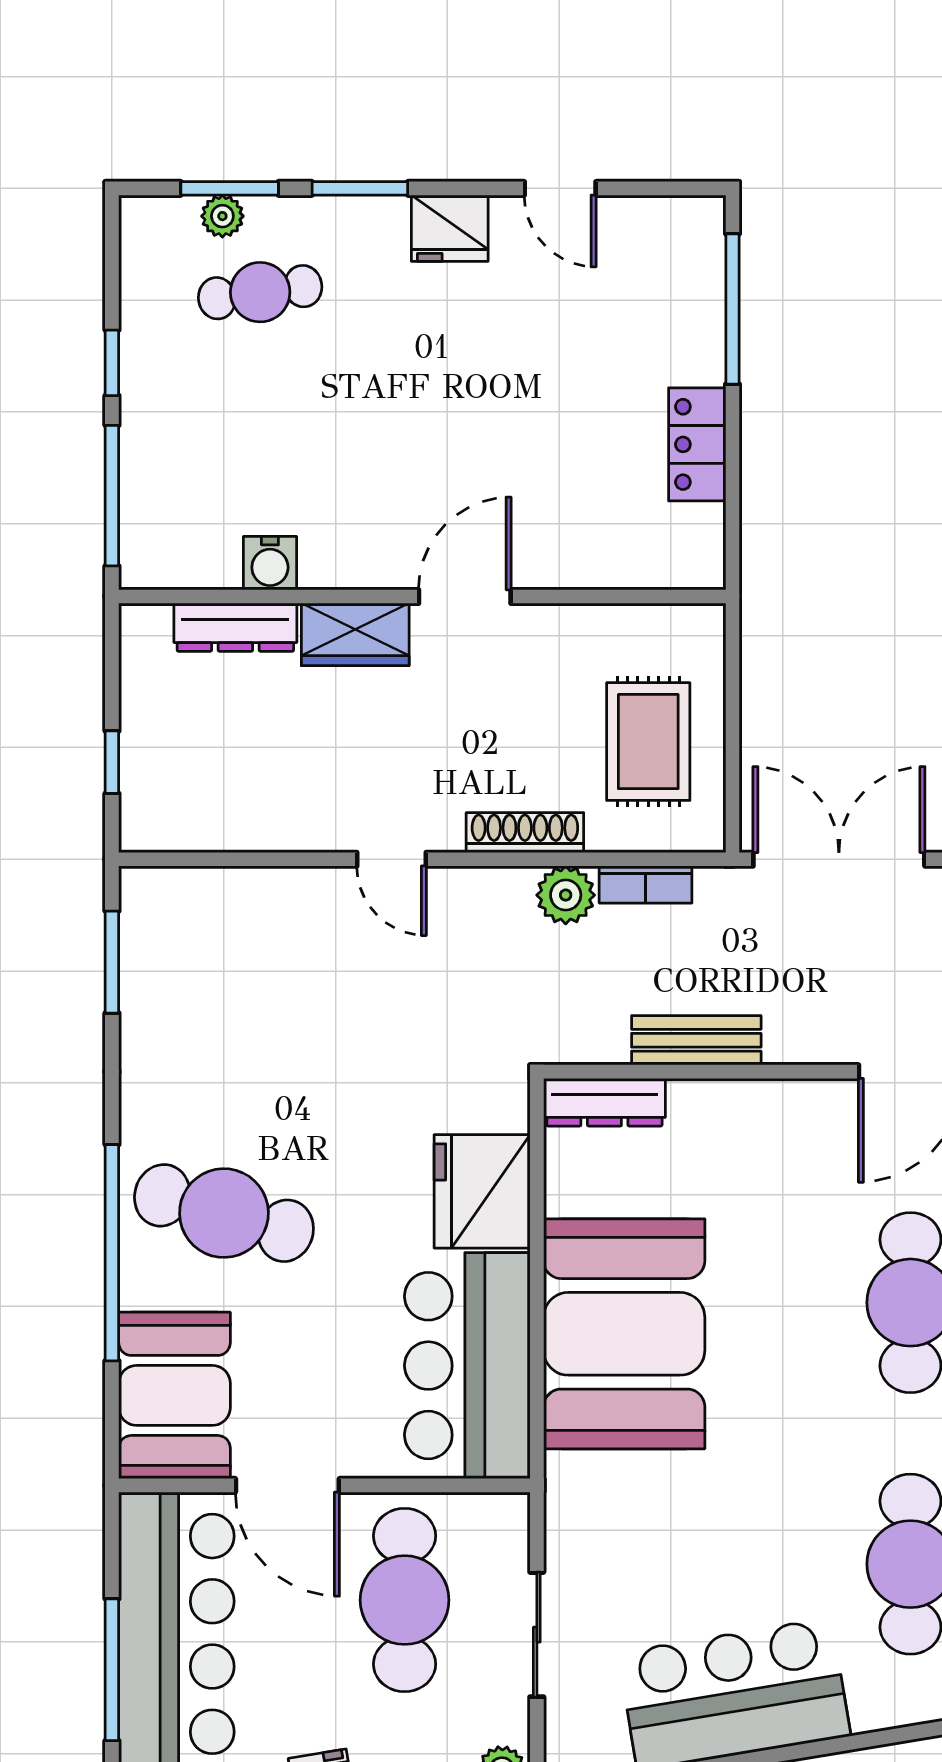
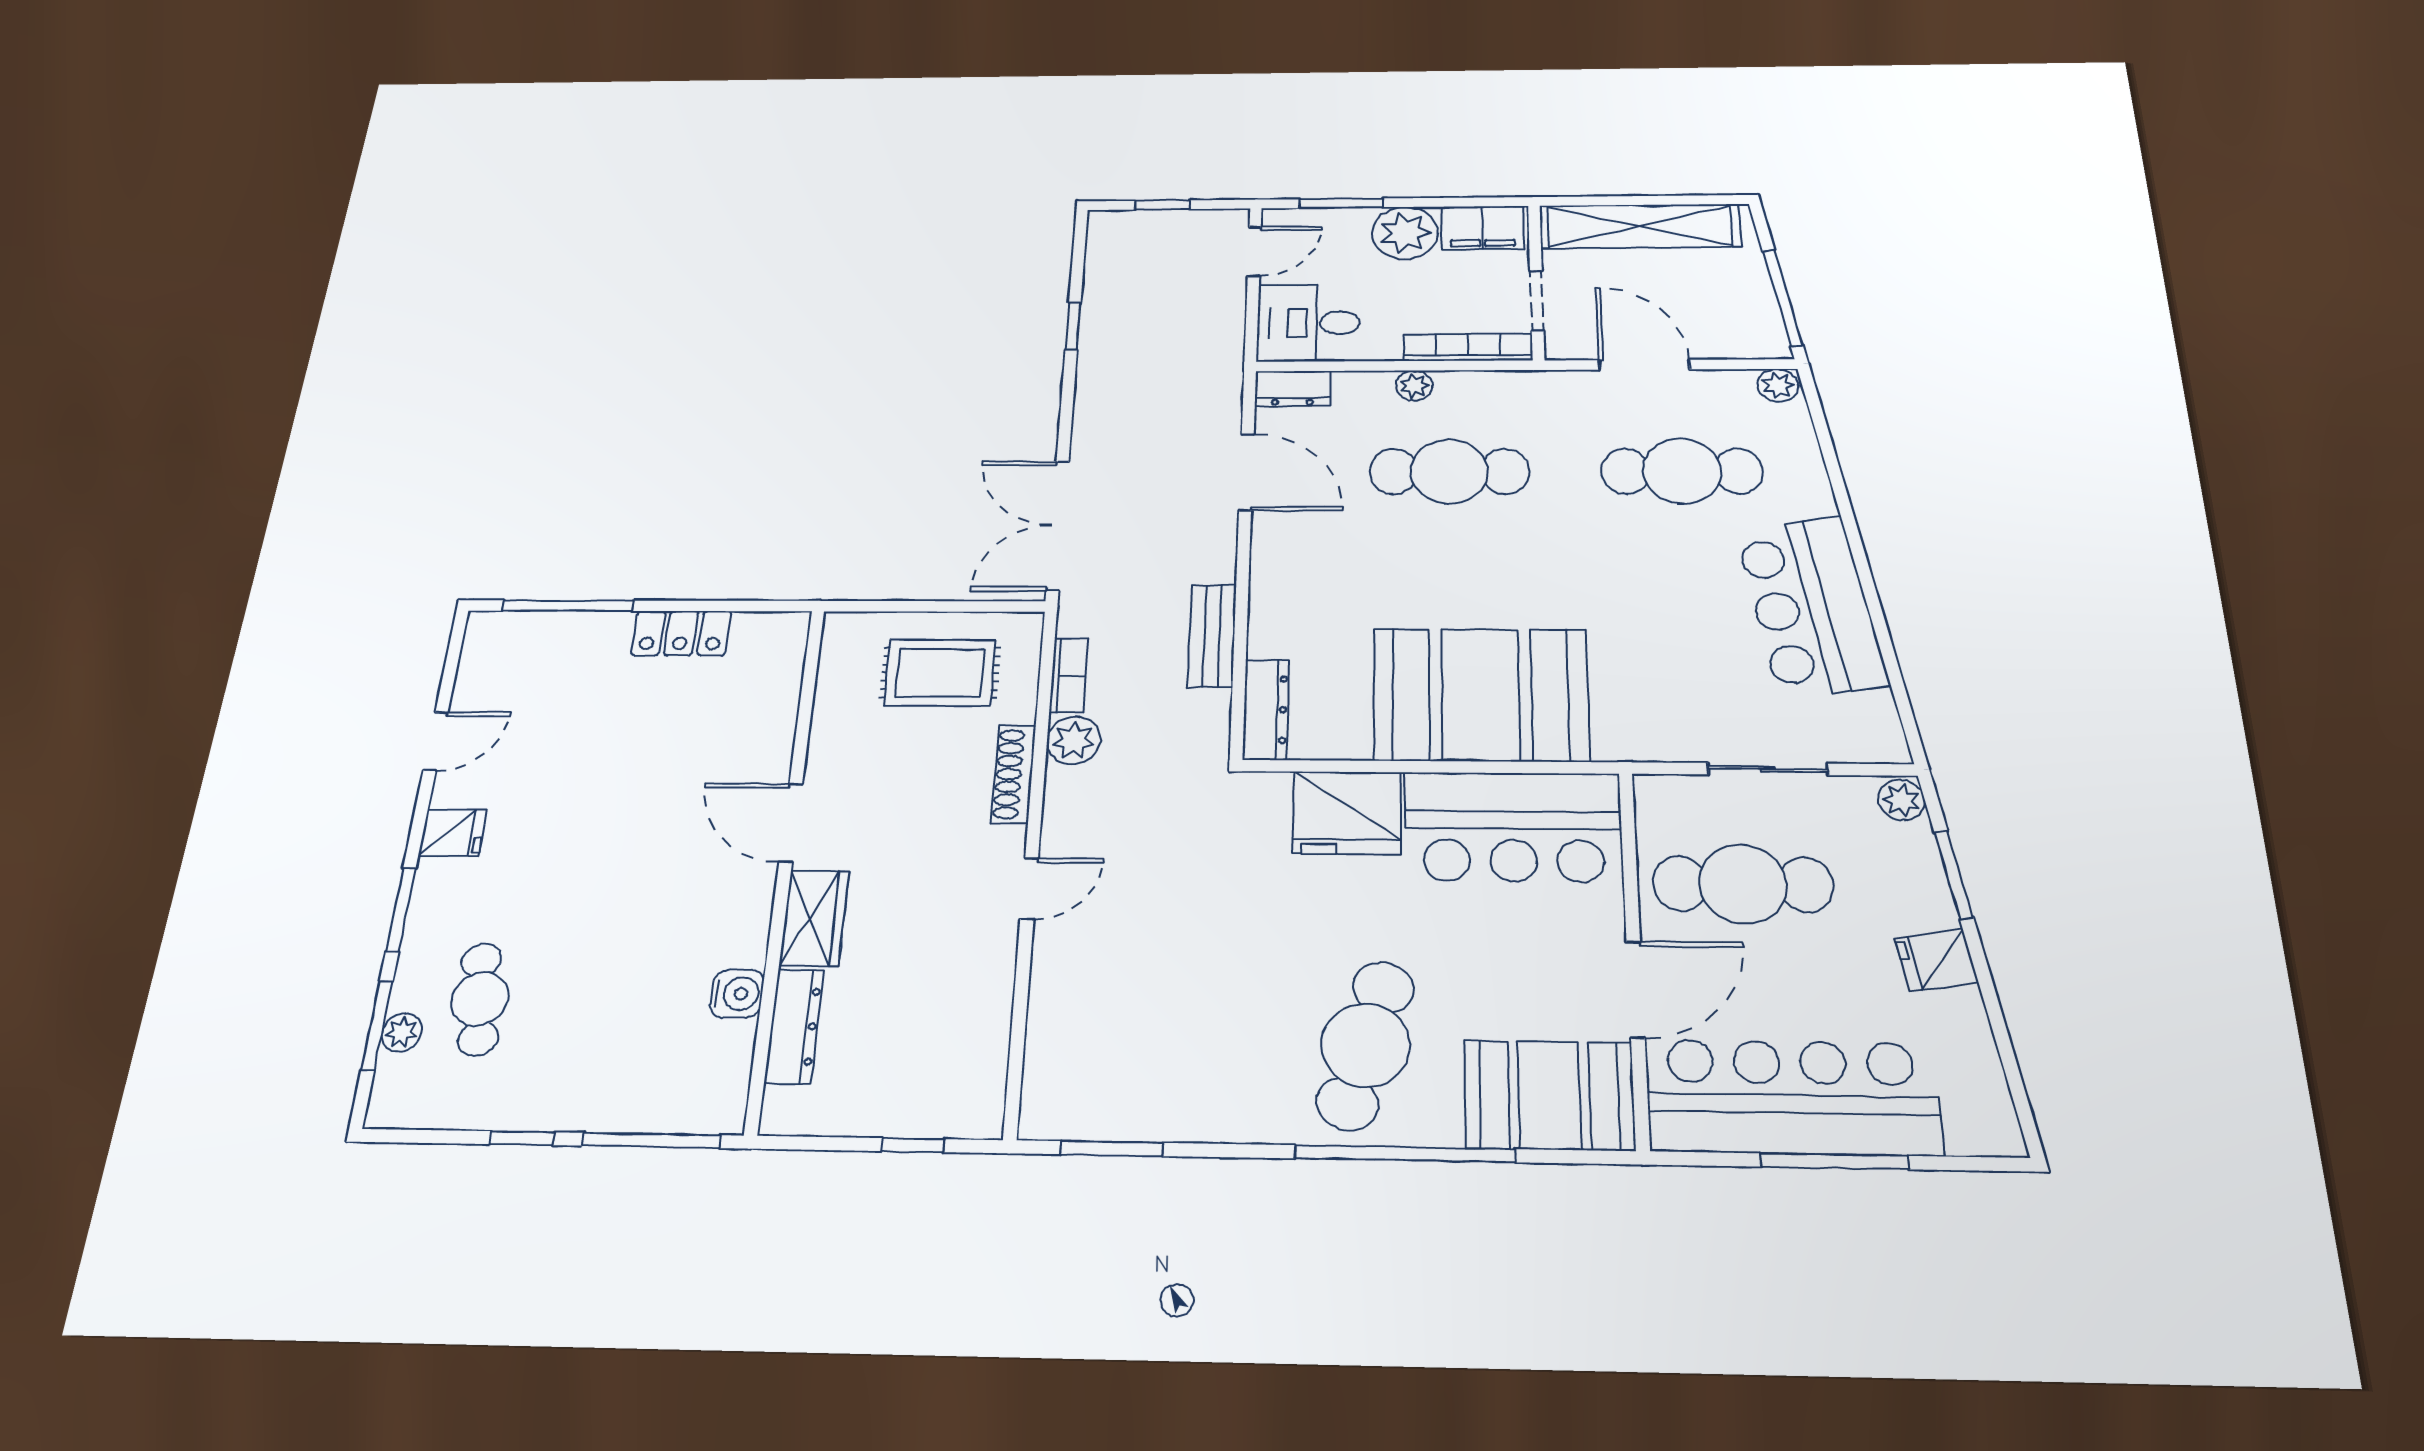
fridge: (450, 228) -> (453, 833), width x0.72

